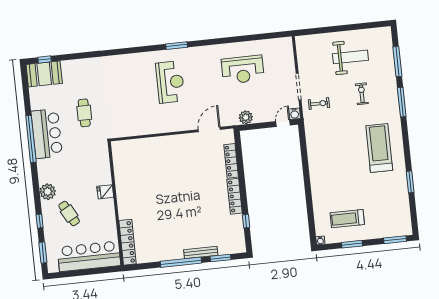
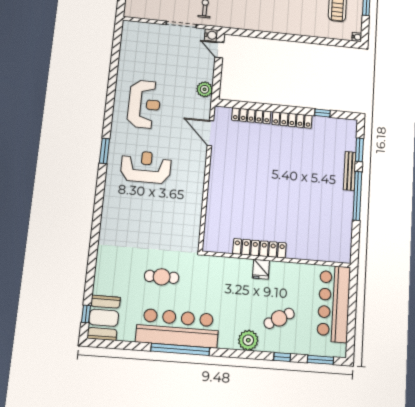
reception desk: (243, 70) -> (144, 104), moved
bar counter: (47, 134) -> (178, 328), width x1.36
locker: (128, 242) -> (260, 248), moved

